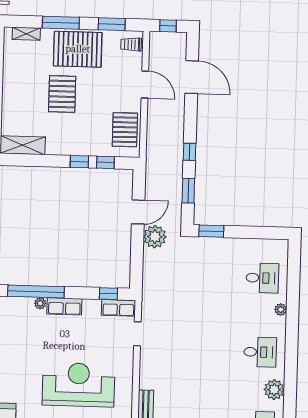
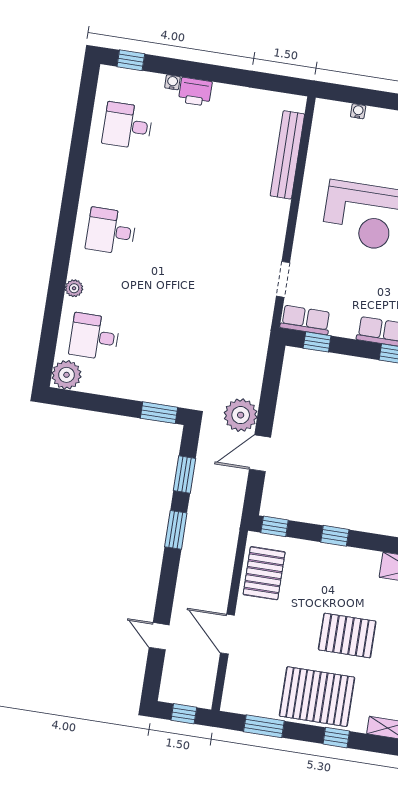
window: (61, 23) -> (336, 738), width x0.46
trolley: (131, 44) -> (240, 694), removed
door: (192, 77) -> (159, 636), width x0.53
pallet: (62, 94) -> (347, 636), turned 90
window: (189, 152) -> (176, 530), width x1.50
window: (105, 162) -> (275, 526), moved
plant: (274, 390) -> (66, 375), moved

